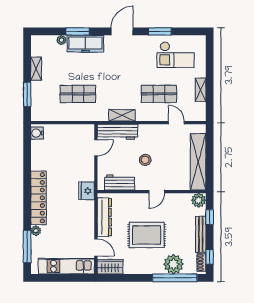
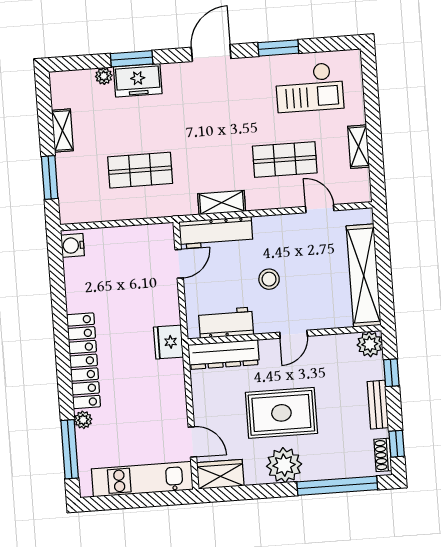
freezer: (85, 44) -> (138, 80), width x0.71
dresser: (104, 217) -> (224, 355), moved, turned 90
bench: (201, 234) -> (378, 405), width x0.73
plant: (173, 264) -> (284, 465), moved

